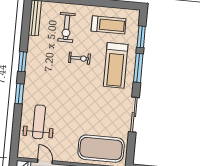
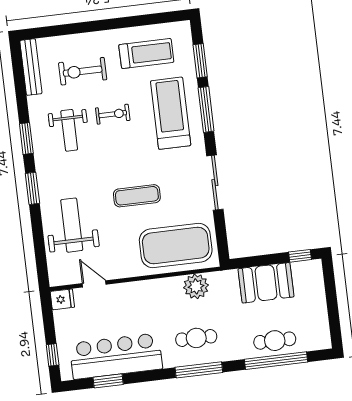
exercise bike: (67, 27) -> (83, 71), turned 90
weight bench: (50, 62) -> (69, 130), added
treadmill: (116, 65) -> (171, 113), turned 180
exercise mat: (84, 112) -> (137, 196), added

